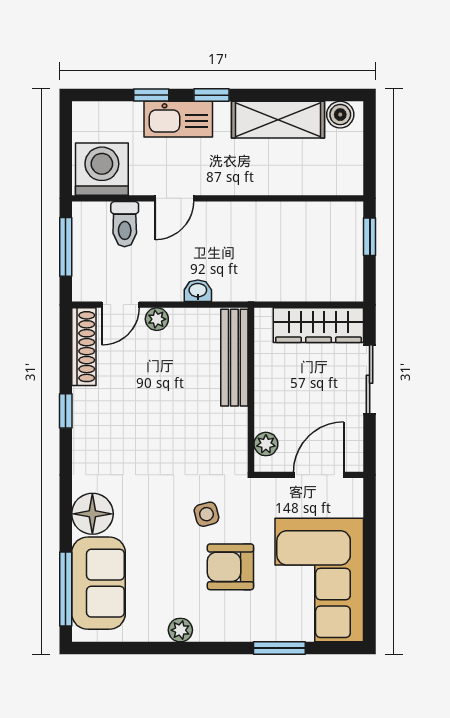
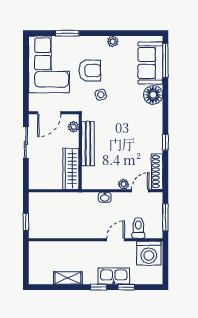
boiler: (340, 115) -> (39, 278), removed
shelving: (278, 120) -> (68, 278), width x0.67, depth x0.75
wardrobe: (318, 325) -> (71, 169), moved, turned -90
bench: (234, 358) -> (88, 144), moved
sliding door: (370, 379) -> (26, 143), moved

